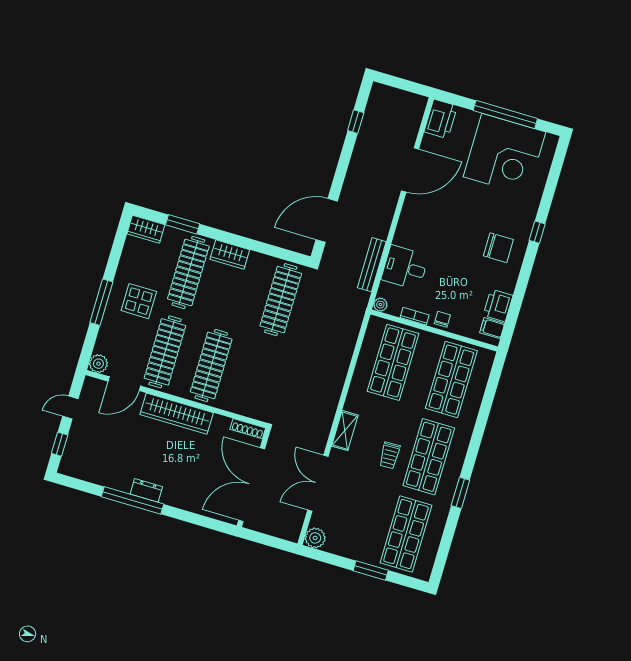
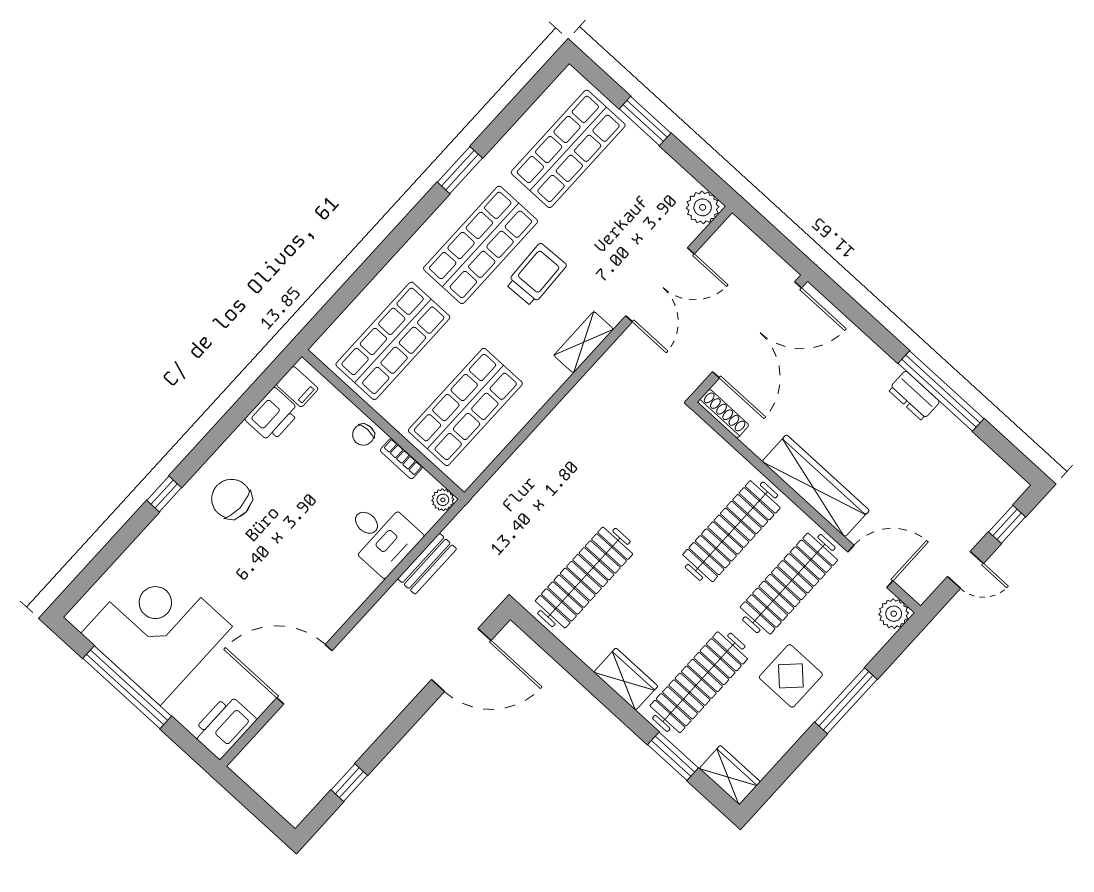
bench: (372, 265) -> (427, 564), width x0.73
trolley: (390, 455) -> (536, 275), width x1.36, depth x1.39

